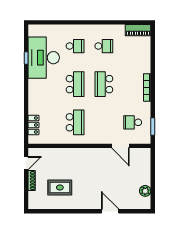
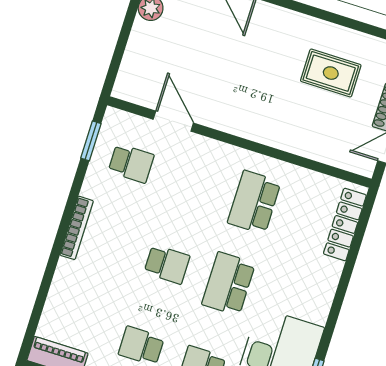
school desk: (104, 84) -> (167, 264), width x0.54
locker: (33, 125) -> (345, 224), width x1.53

